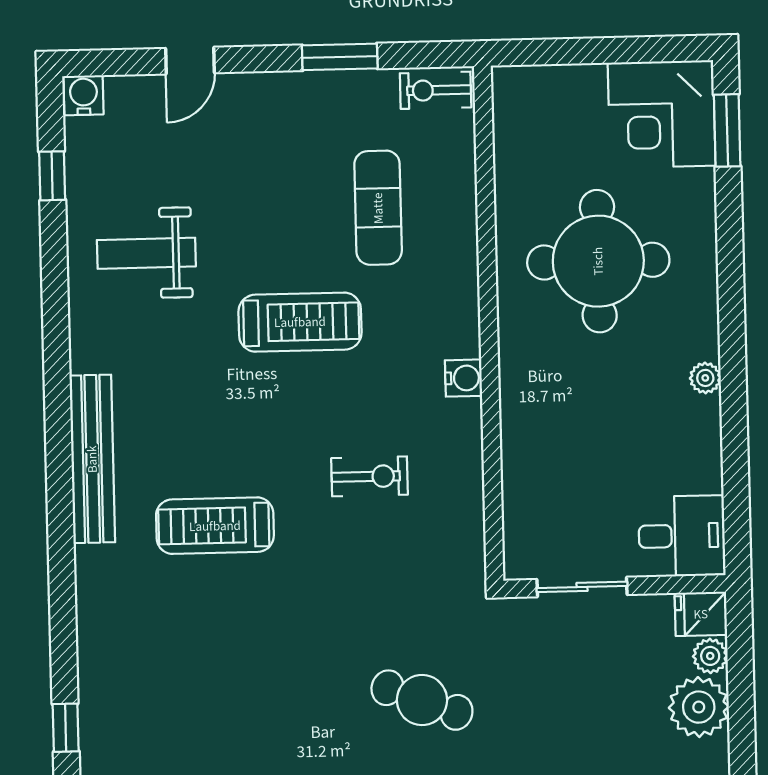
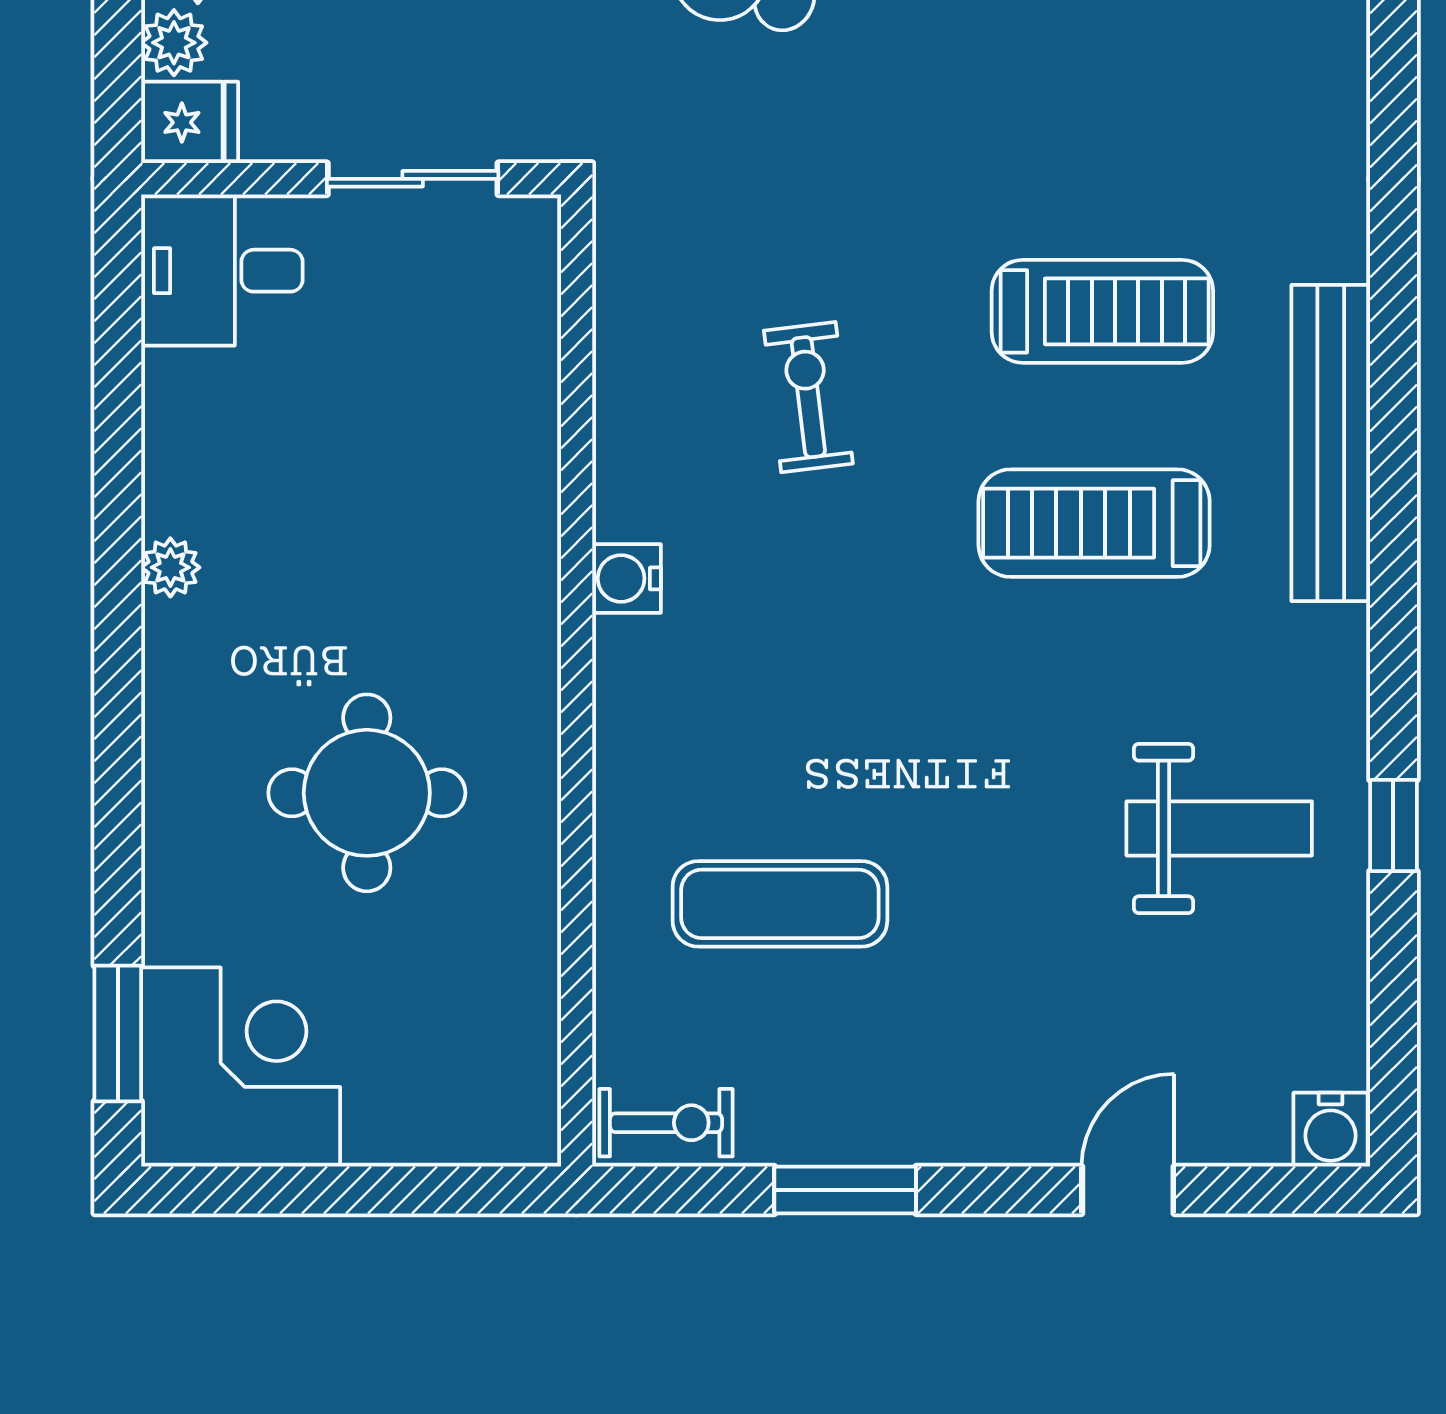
window: (52, 176) -> (1393, 825), moved
exercise mat: (378, 208) -> (780, 904), turned 90
round table: (598, 261) -> (367, 793), width x0.73, depth x0.73
treadmill: (300, 322) -> (1094, 523), moved
exercise bike: (370, 476) -> (808, 397), turned 83

